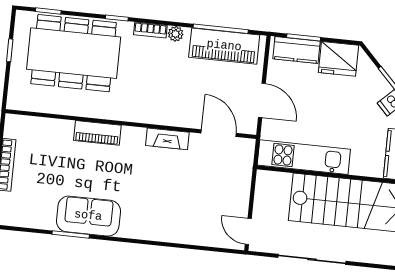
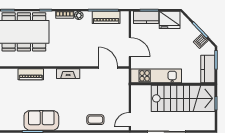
piano: (224, 46) -> (106, 17), width x0.73, depth x0.75
piano: (97, 133) -> (31, 74), moved
fireplace: (167, 139) -> (68, 74), moved
coffee table: (186, 225) -> (95, 120), added
door: (248, 231) -> (130, 120), hinge flipped

